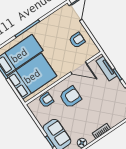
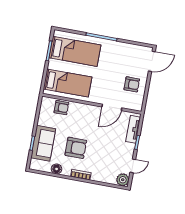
door: (79, 68) -> (112, 107), hinge flipped
bed: (32, 76) -> (68, 83), width x0.67
armchair: (70, 97) -> (76, 148), moved

